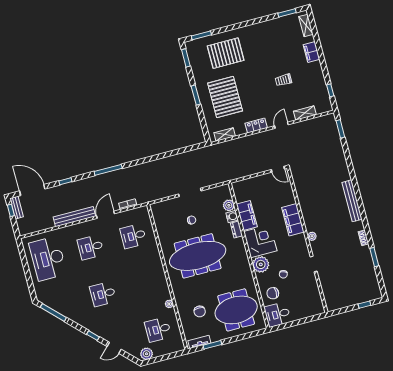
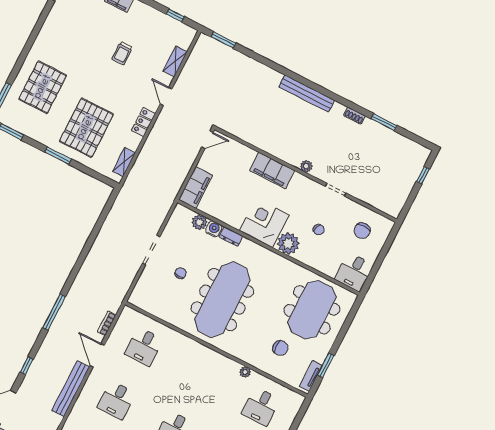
pallet: (225, 97) -> (86, 128), turned 90
filing cabinet: (247, 215) -> (196, 187), moved, turned 90
chair: (273, 293) -> (362, 231), moved

